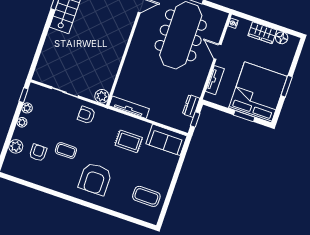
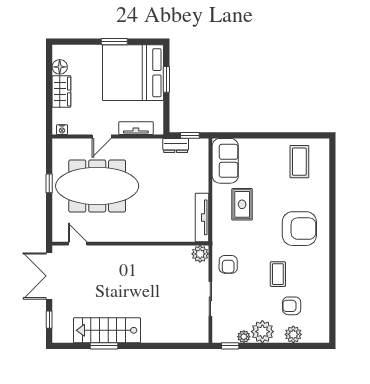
plant: (22, 122) -> (262, 332), width x1.87, depth x1.87

